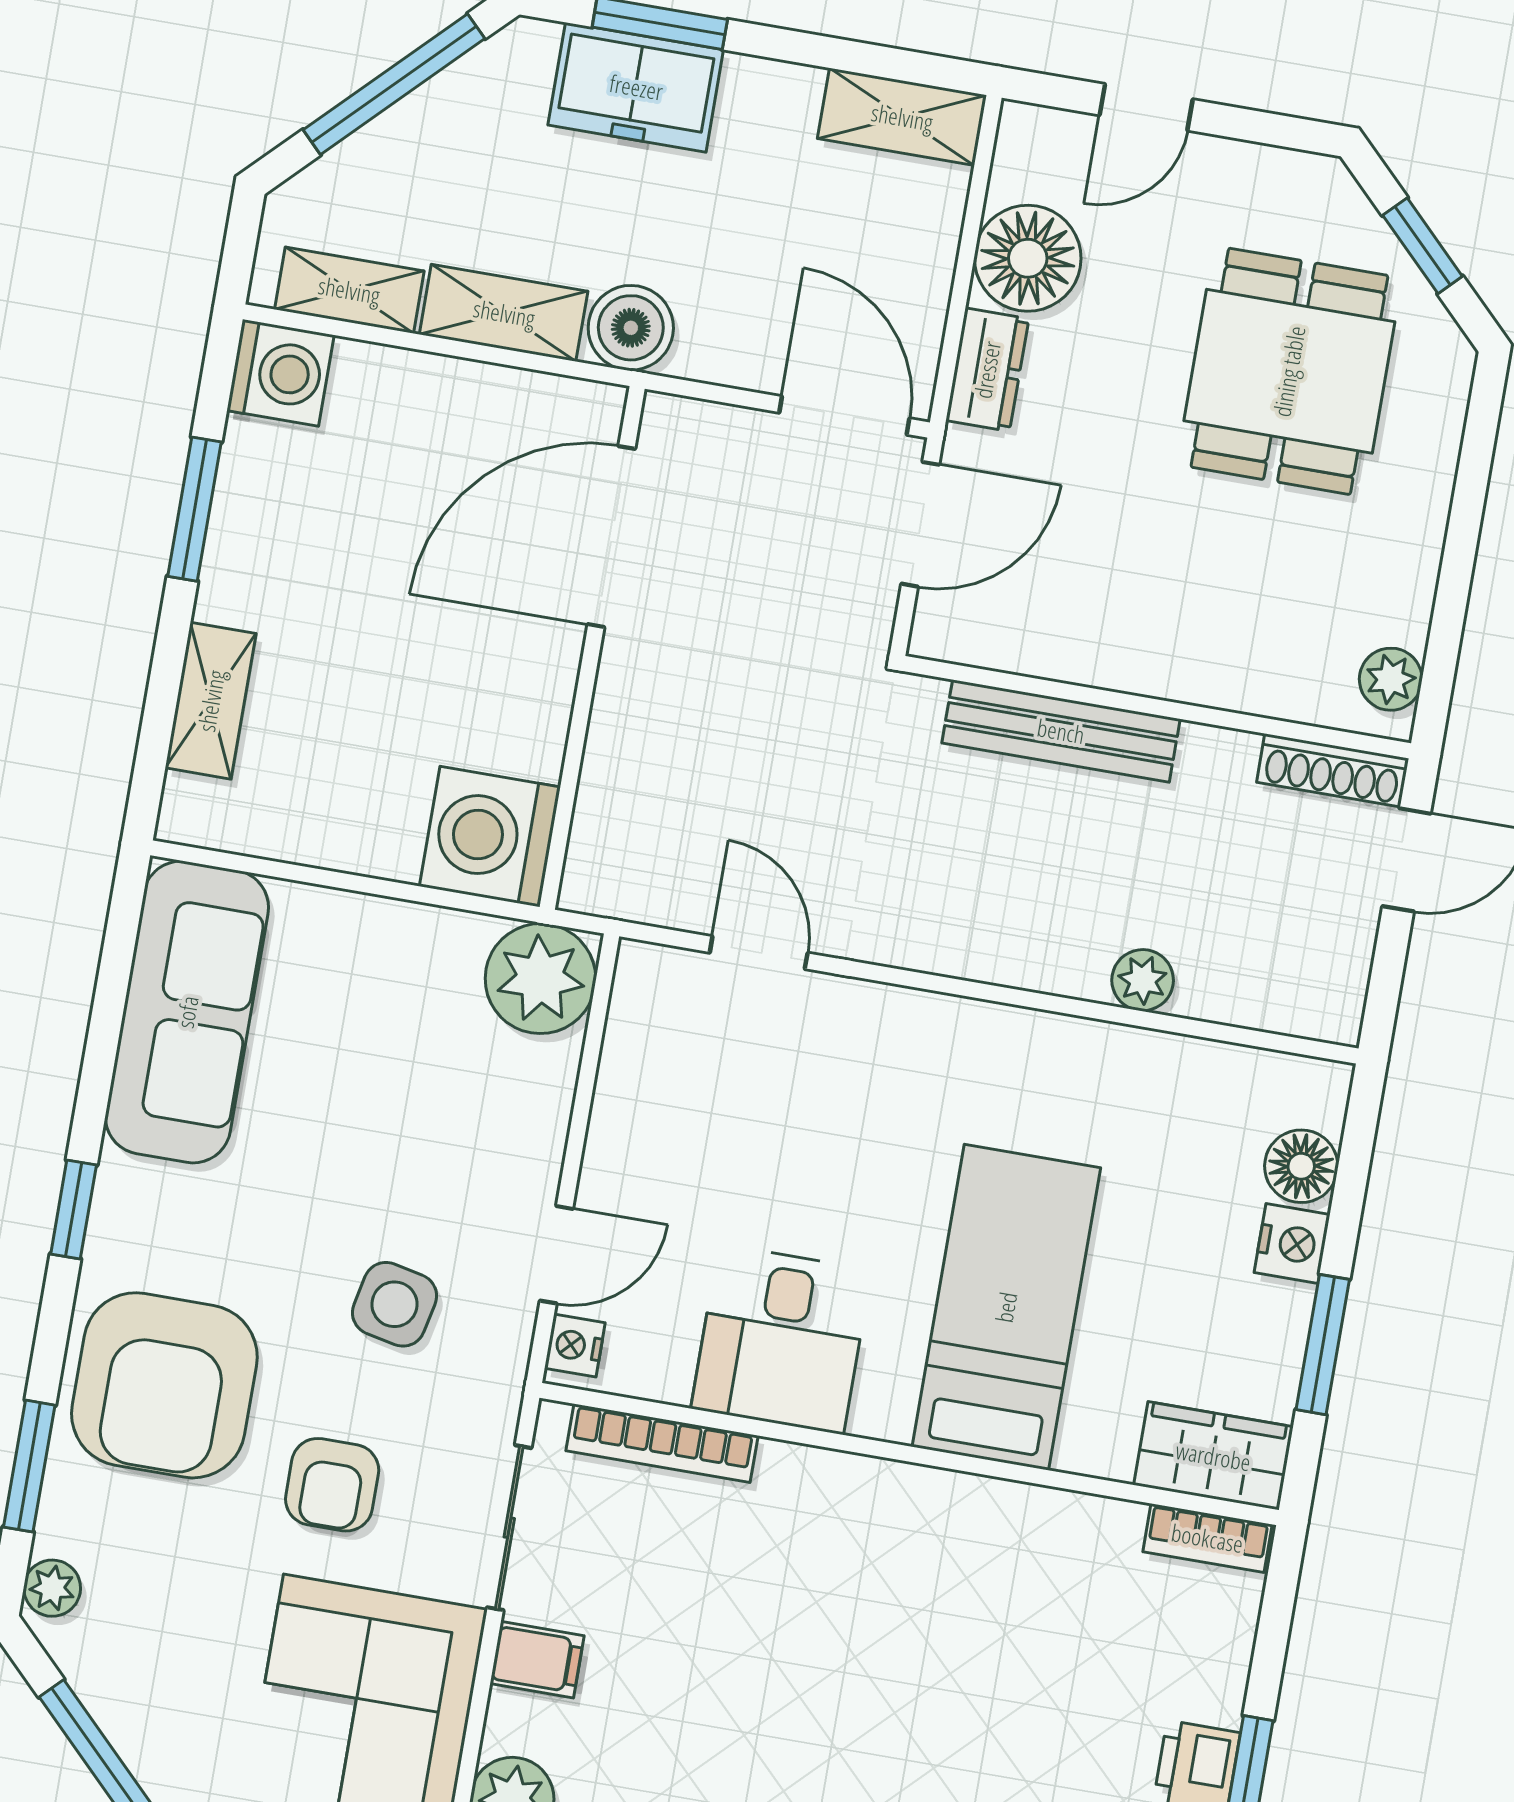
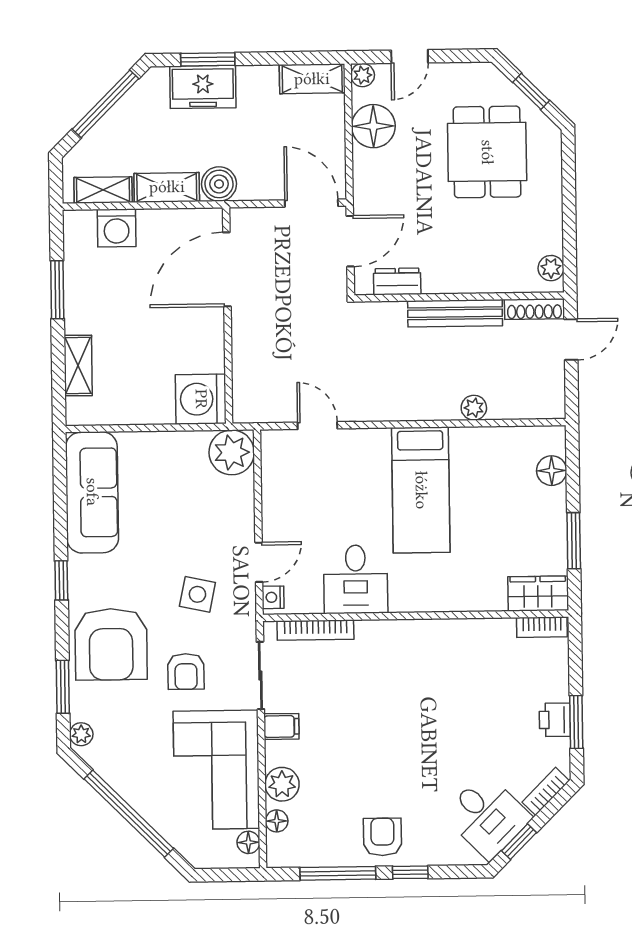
plant: (1025, 131) -> (363, 75), added
dresser: (987, 370) -> (397, 281), moved, turned -90
washing machine: (280, 373) -> (117, 228), moved, turned 90
bench: (1061, 731) -> (455, 313), moved
nightstand: (1292, 1244) -> (554, 502), removed
bed: (1006, 1307) -> (421, 490), moved, turned 180

